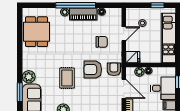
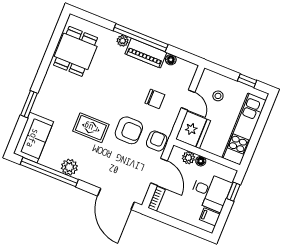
door: (124, 34) -> (188, 100), hinge flipped
fridge: (133, 57) -> (193, 130), width x1.88, depth x1.34
armchair: (93, 70) -> (129, 130), turned 180
plant: (29, 77) -> (42, 106), removed
rug: (67, 78) -> (91, 128), turned 90
window: (20, 92) -> (29, 104), moved

